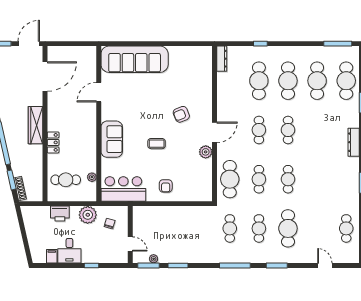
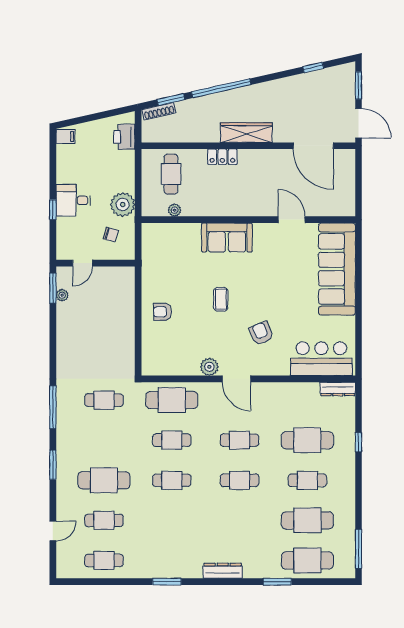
cafe table: (288, 81) -> (307, 480), width x0.73, depth x0.74
bar counter: (123, 189) -> (321, 359), moved, turned -90
printer: (60, 214) -> (124, 137), moved
cafe table: (259, 228) -> (104, 520), moved
desk: (69, 251) -> (73, 200), moved
filing cabinet: (52, 256) -> (66, 137), moved
window: (178, 266) -> (53, 329), removed

